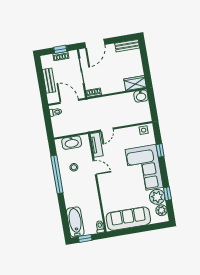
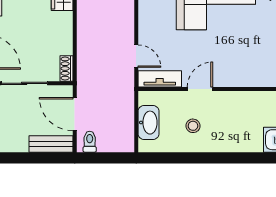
bench: (49, 81) -> (51, 144), moved
door: (69, 101) -> (75, 114), hinge flipped
window: (57, 174) -> (200, 158), removed

